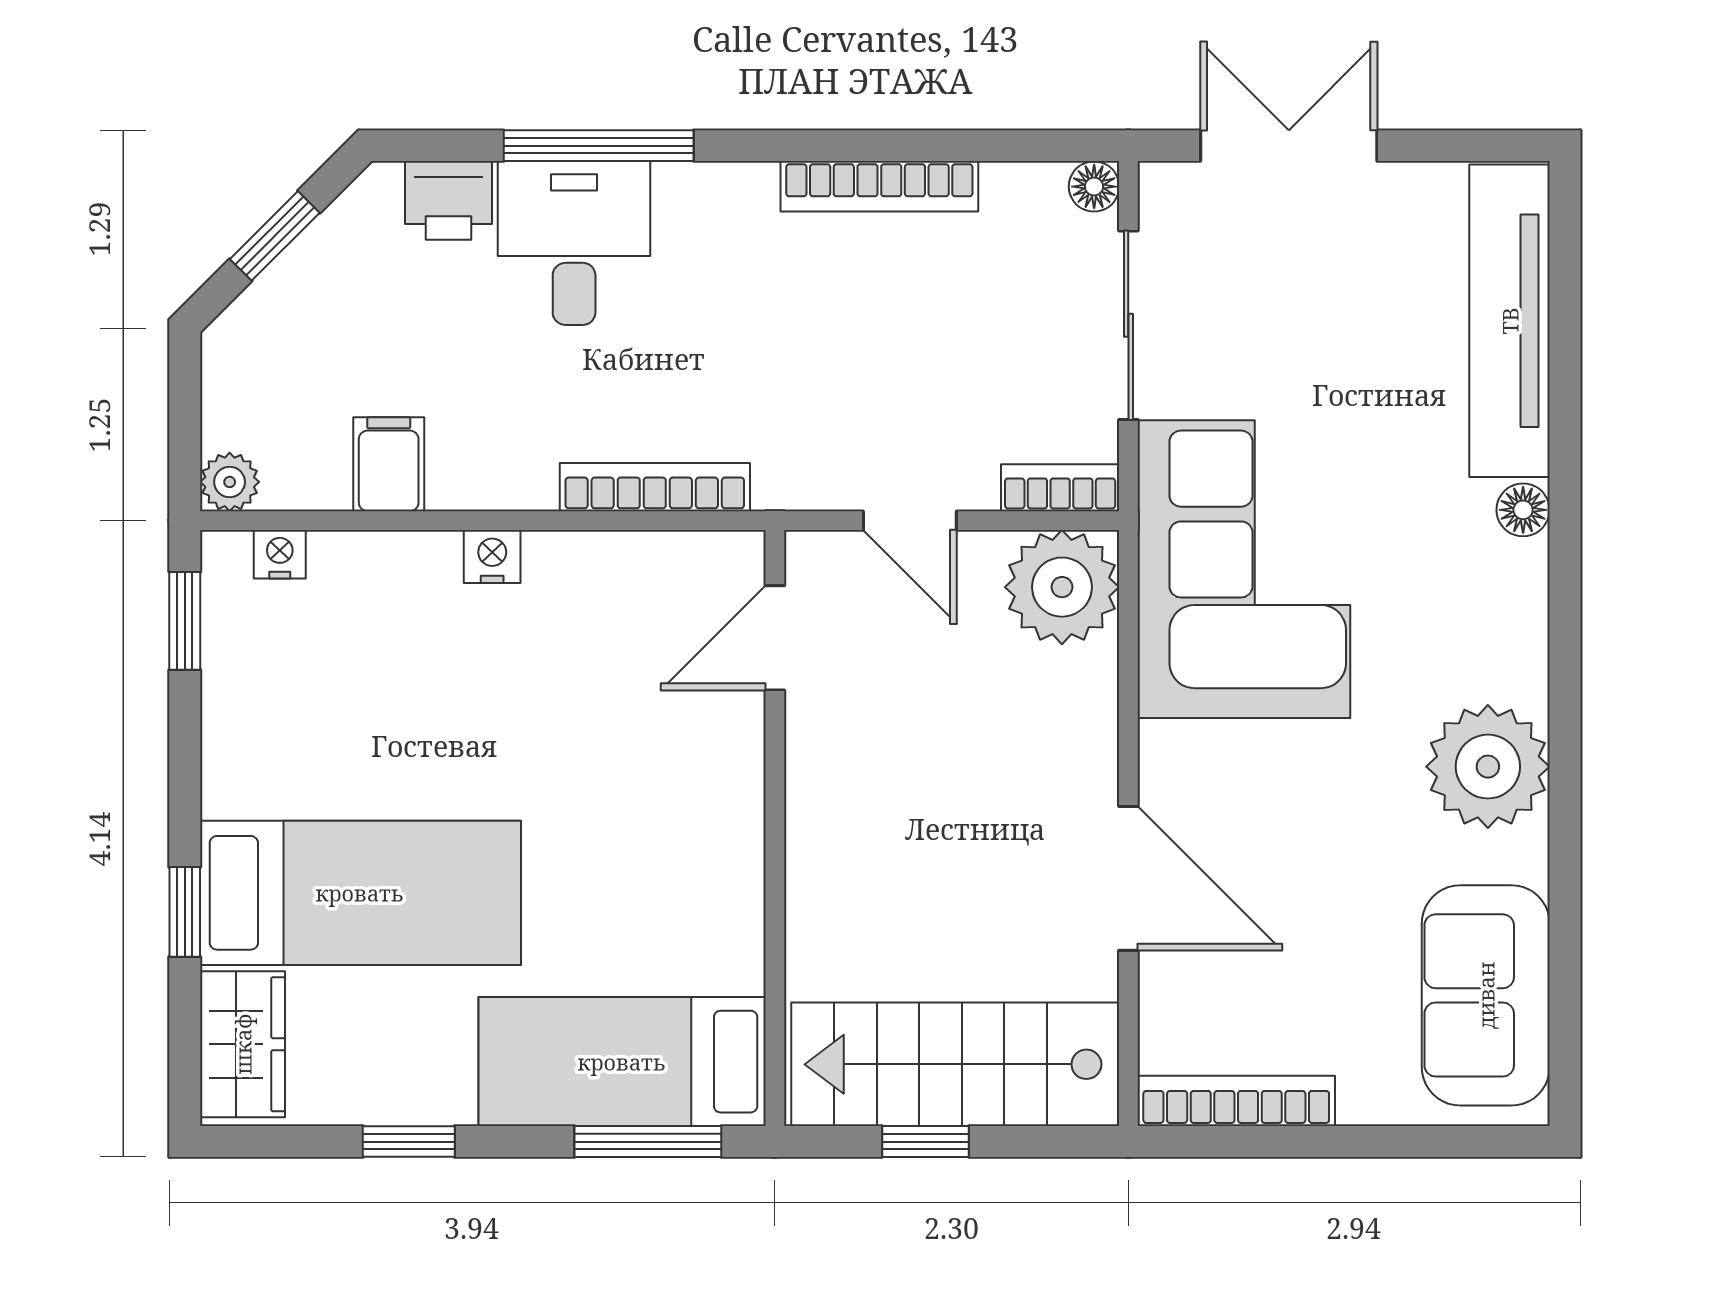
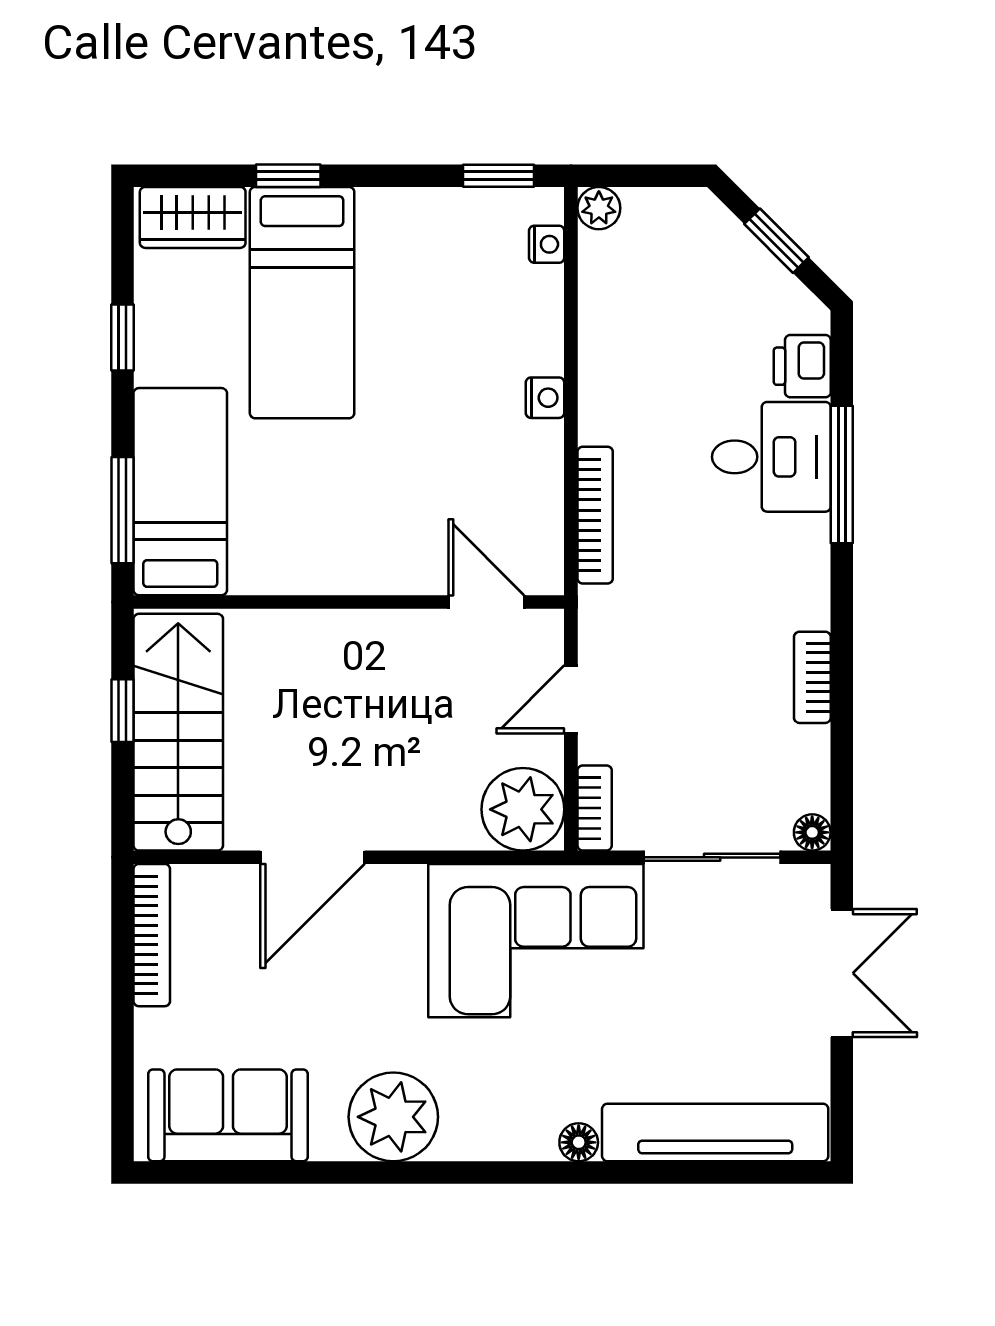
bookcase: (879, 186) -> (812, 677), width x0.64
filing cabinet: (389, 464) -> (612, 323), removed

